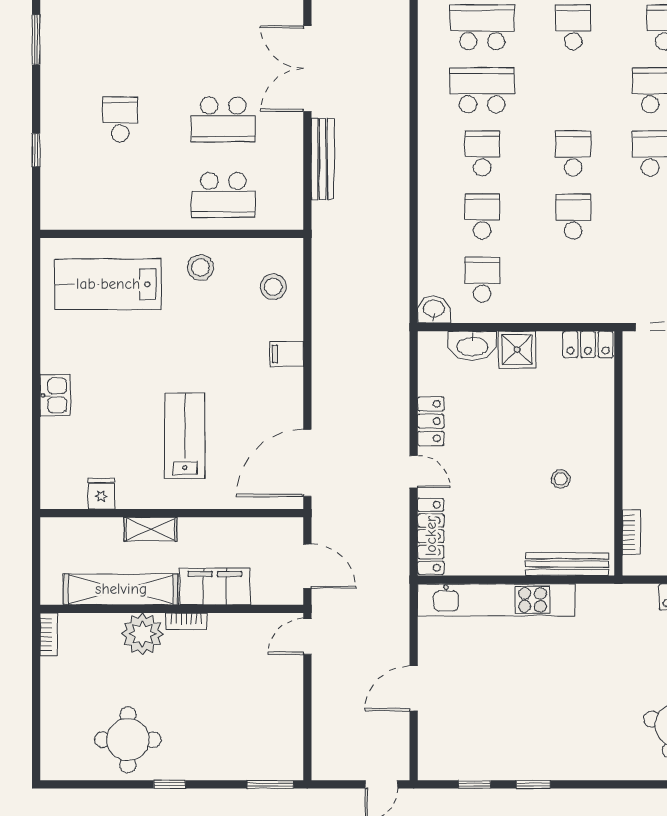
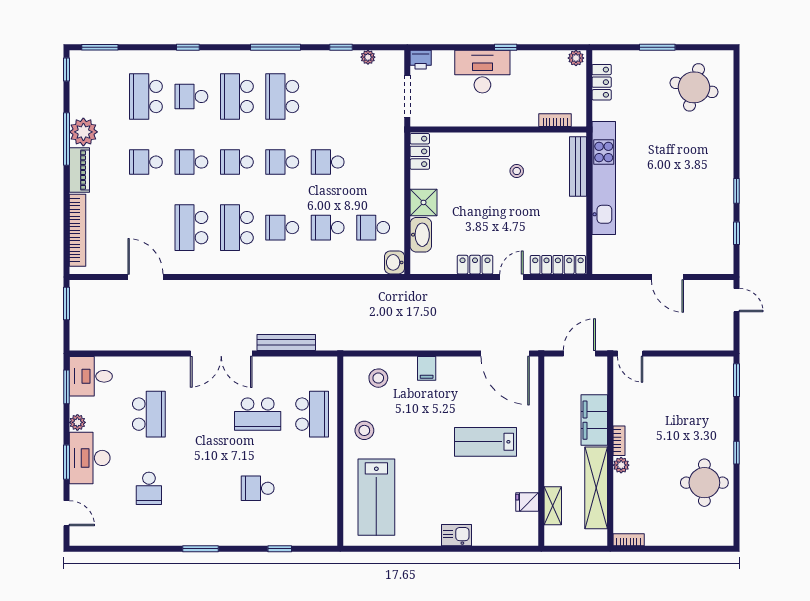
school desk: (573, 90) -> (237, 162), added
school desk: (223, 119) -> (258, 414), turned 90
shelving: (151, 529) -> (553, 506), moved
kitchen unit: (496, 600) -> (604, 178), moved
plant: (142, 634) -> (621, 465), width x0.53, depth x0.53

